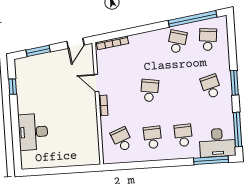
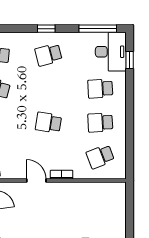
door: (96, 83) -> (36, 180), swing flipped
window: (234, 83) -> (46, 29), width x0.67
window: (211, 160) -> (130, 60), width x0.46

